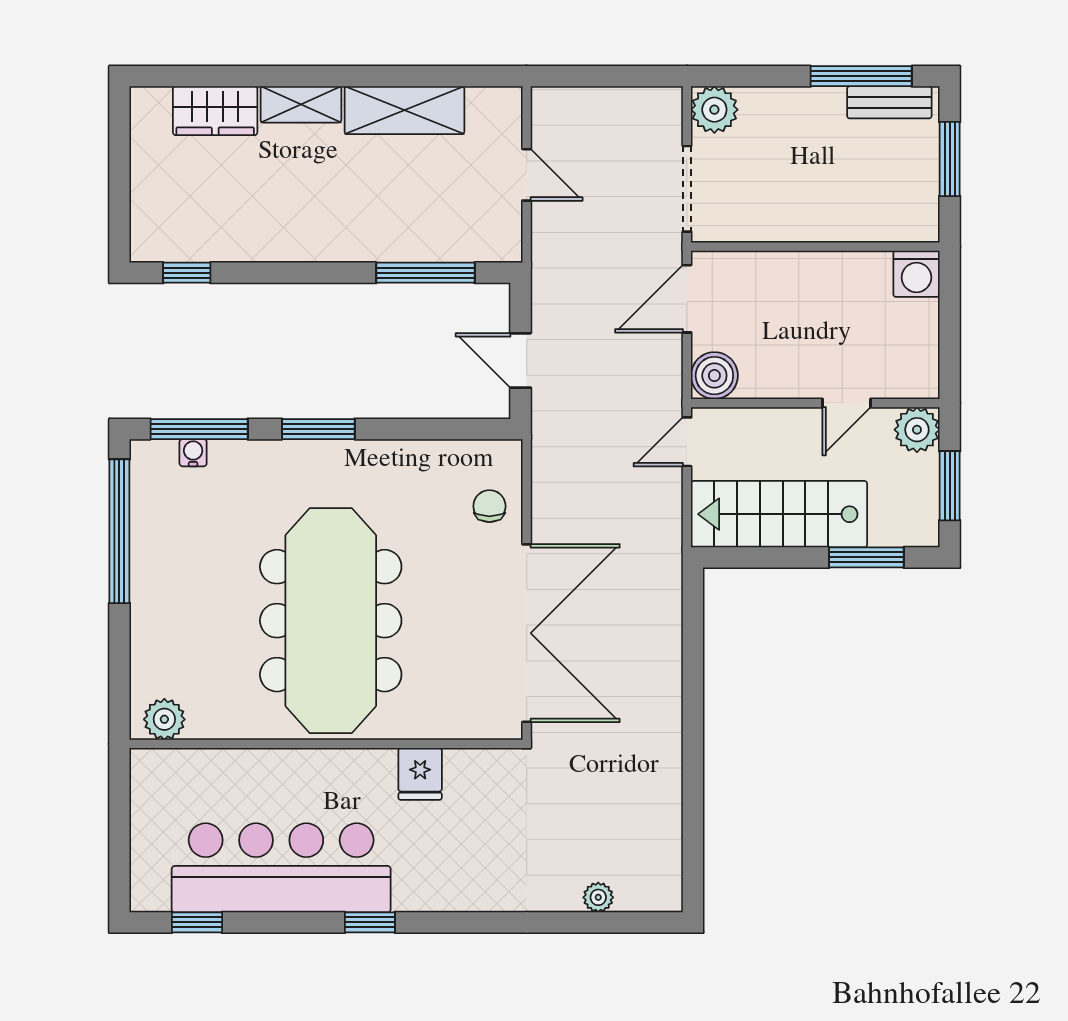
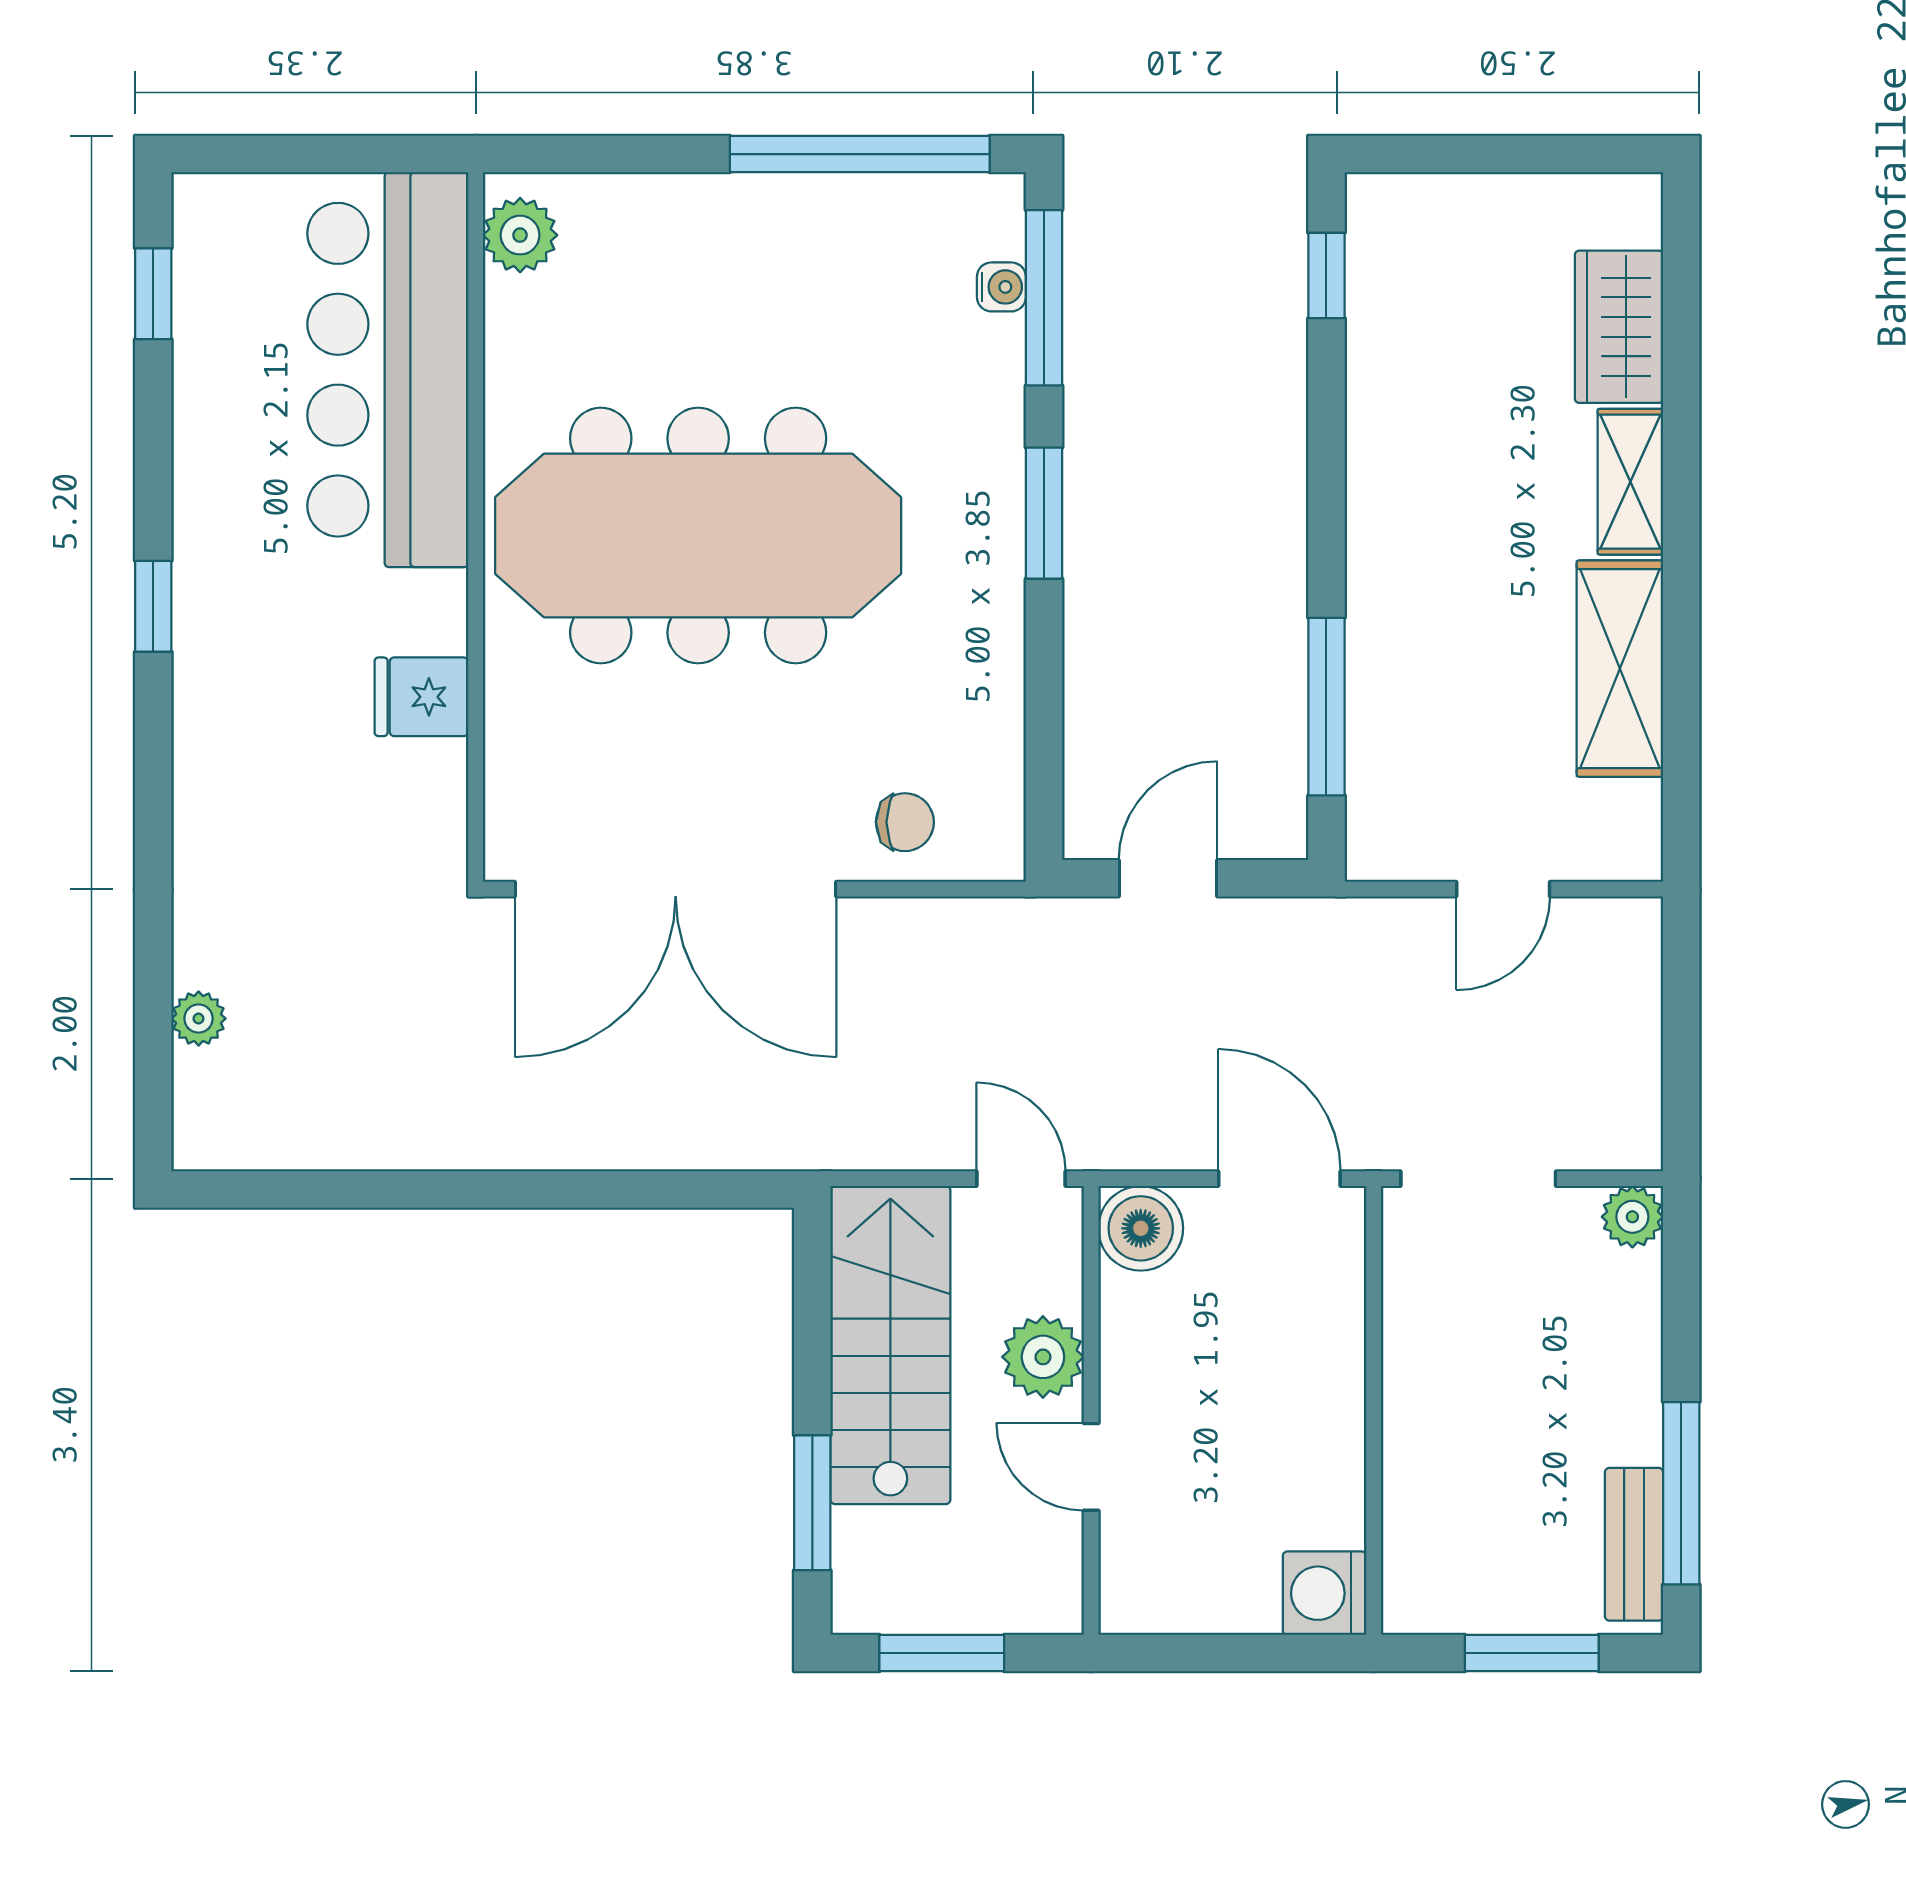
plant: (714, 110) -> (1632, 1217), width x0.73, depth x0.73
plant: (917, 430) -> (1043, 1357), moved
bar counter: (281, 868) -> (388, 370), moved, turned 180

